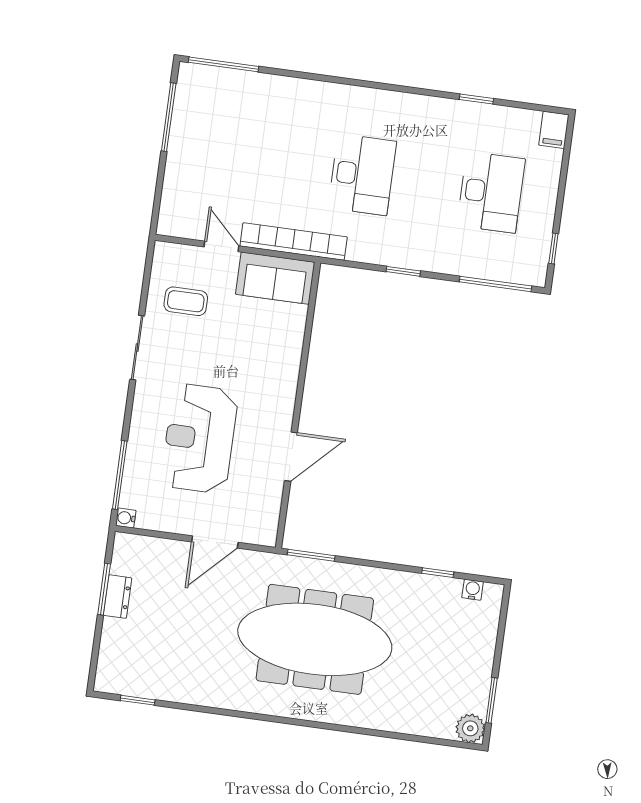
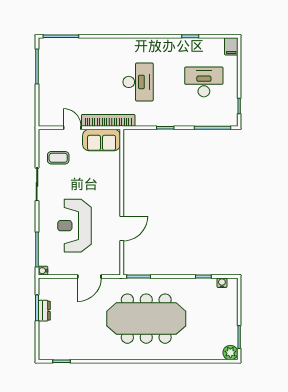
desk: (491, 192) -> (204, 82), turned -90

